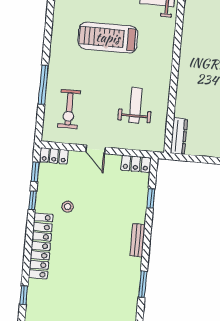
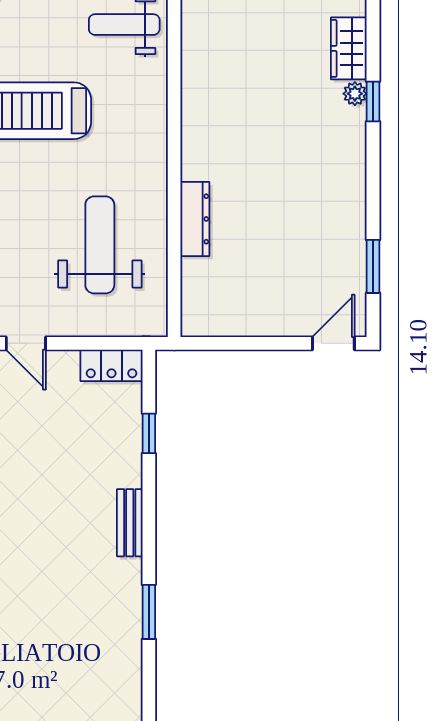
weight bench: (135, 105) -> (100, 245), width x1.36, depth x1.33
dresser: (179, 136) -> (195, 219), moved

